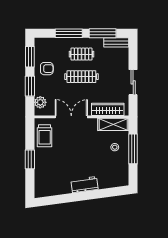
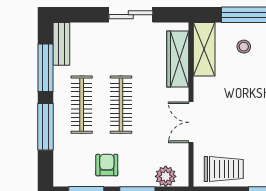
clothes rail: (81, 54) -> (82, 105), width x1.36
double door: (71, 117) -> (191, 122), width x0.73

